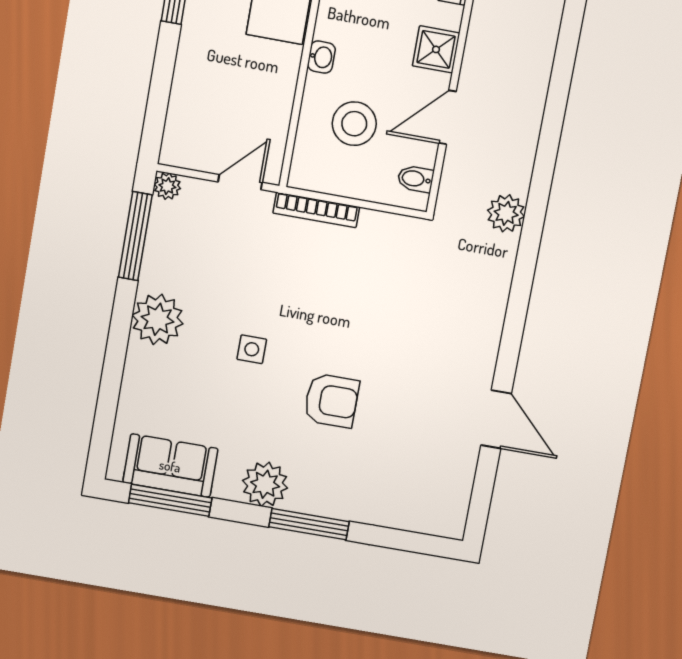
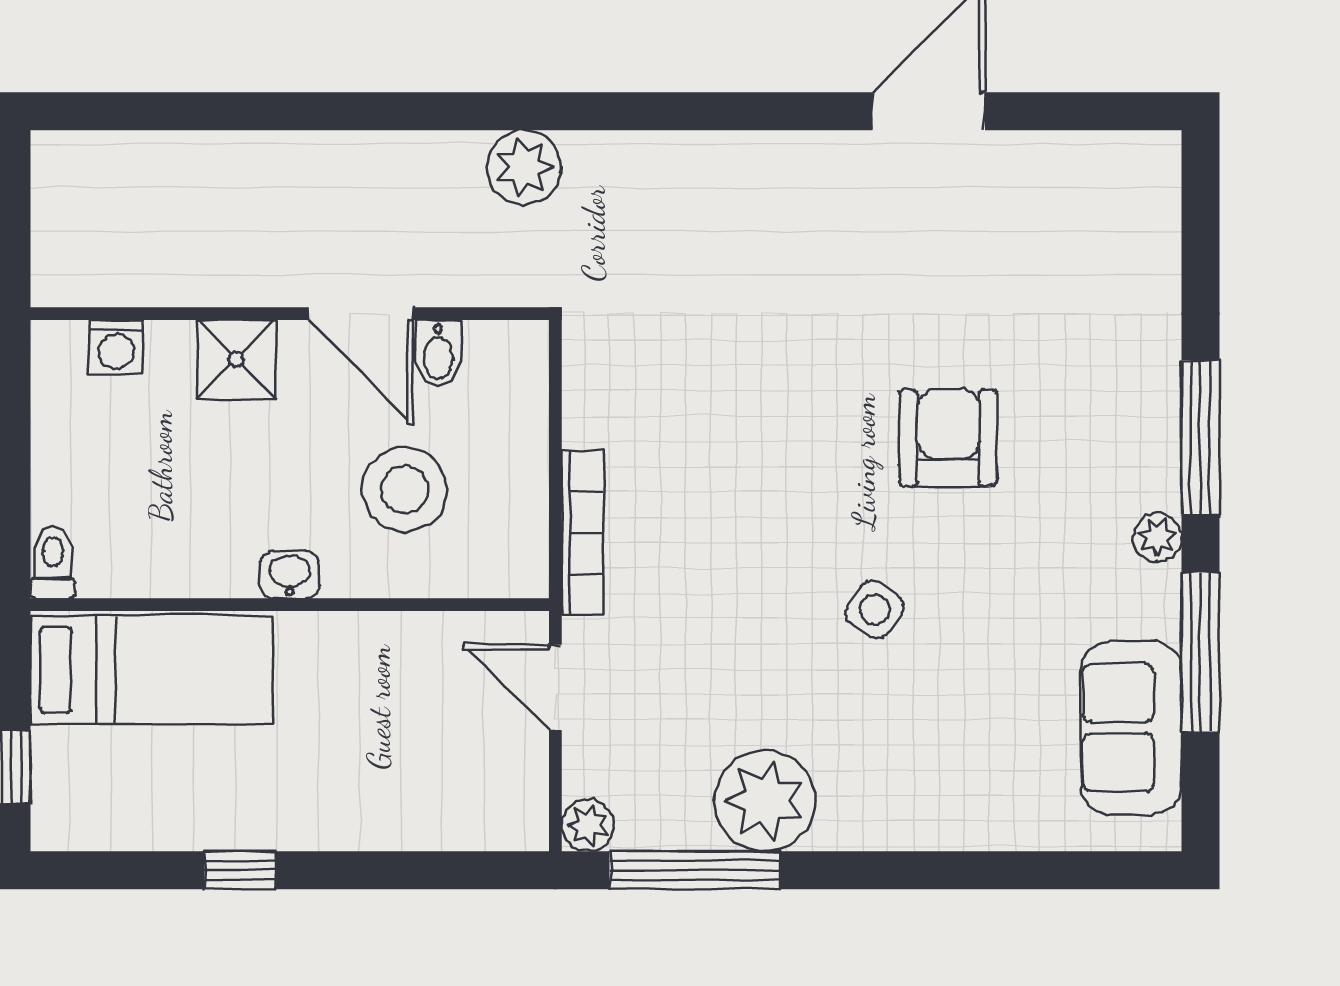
bidet: (415, 179) -> (438, 353), moved
plant: (158, 319) -> (765, 801), moved
side table: (252, 349) -> (875, 609), turned 34
plant: (265, 484) -> (1157, 537), width x0.53, depth x0.53
window: (170, 500) -> (1200, 652), moved

